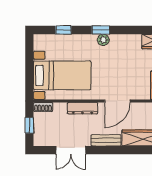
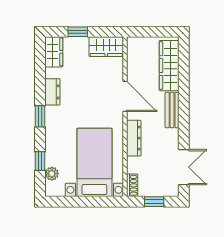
plant: (103, 40) -> (52, 174), moved
dresser: (121, 40) -> (52, 92), added
double door: (71, 150) -> (184, 167), moved

